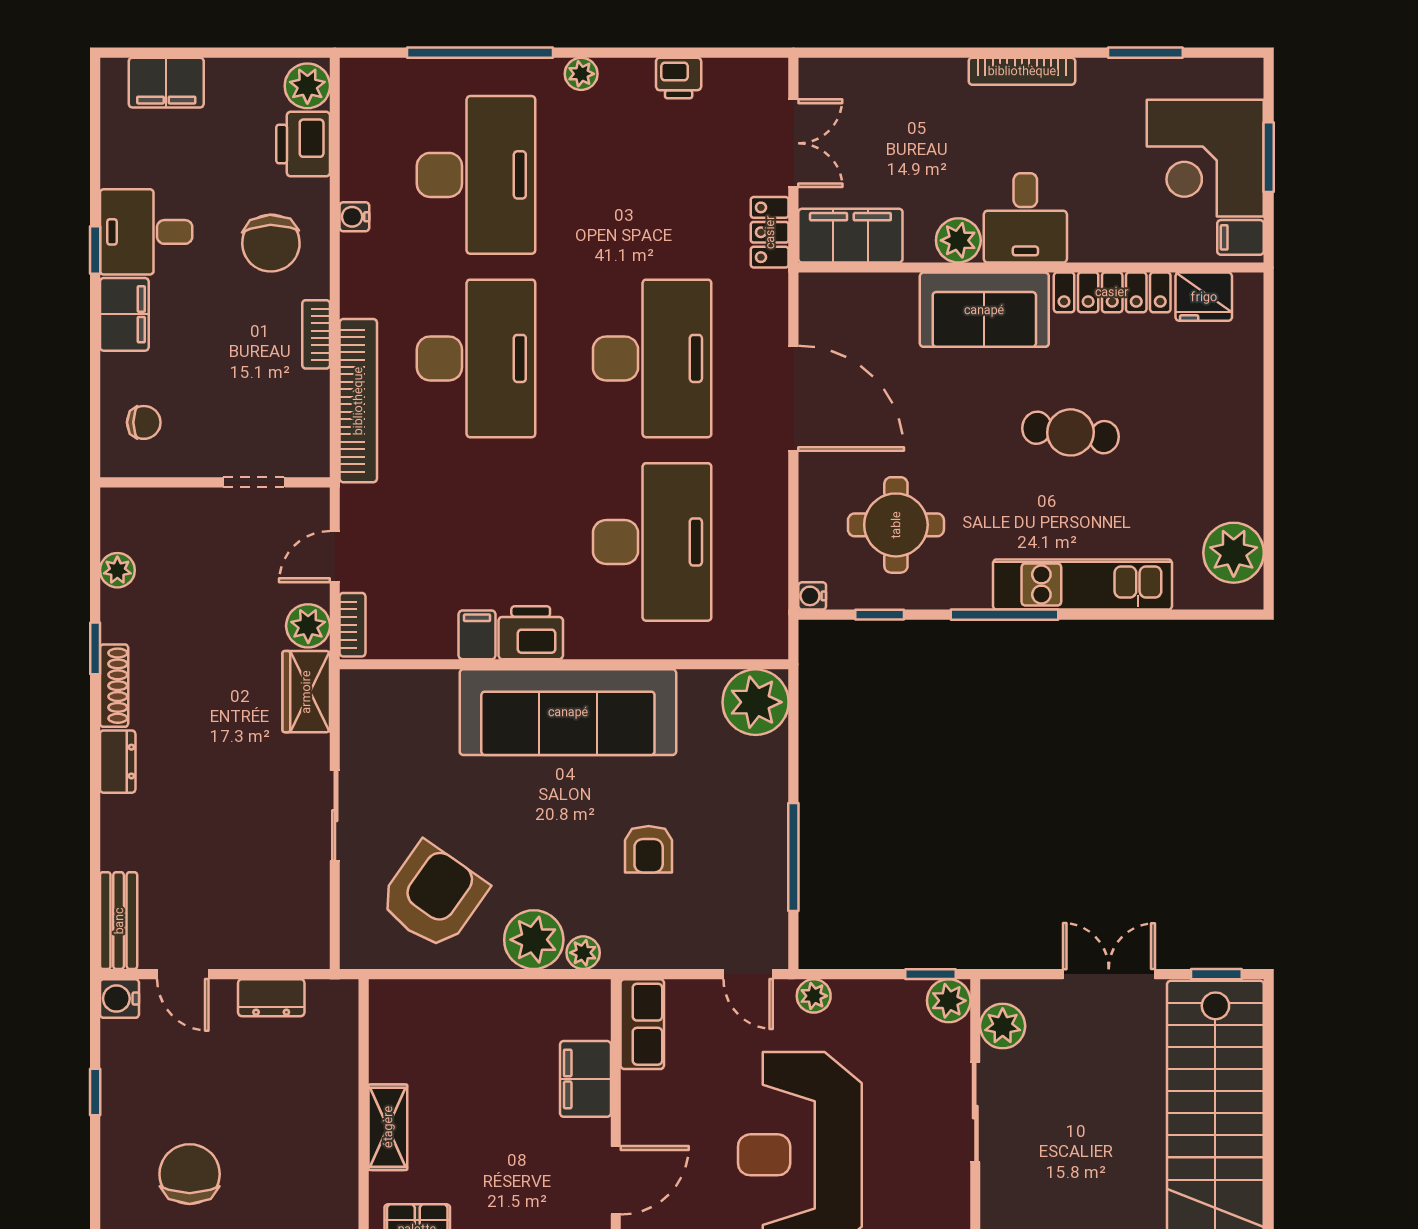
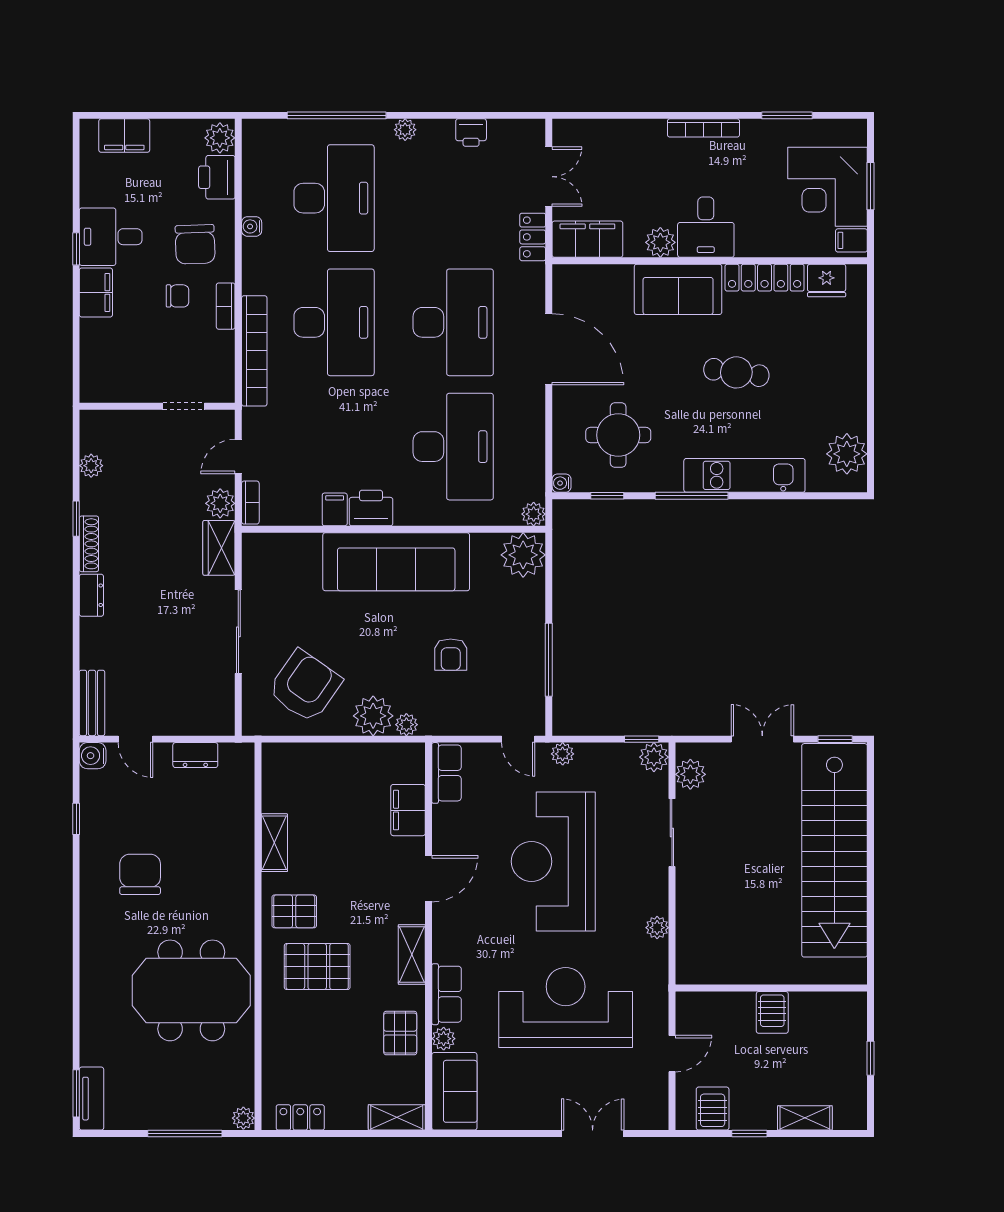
chair: (144, 422) -> (177, 296), moved
plant: (771, 642) -> (534, 514), added
sliding door: (335, 816) -> (238, 632), width x1.37

